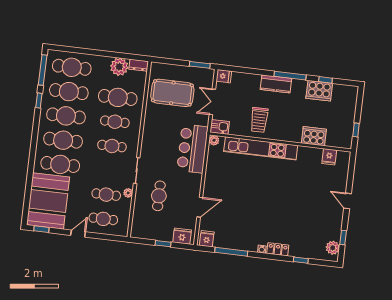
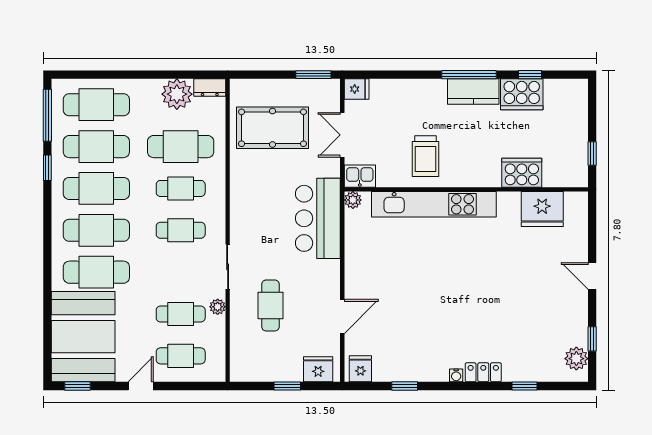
kitchen counter: (276, 84) -> (473, 92), moved
fridge: (329, 157) -> (542, 209), width x1.88, depth x1.34
window: (231, 252) -> (405, 386), width x0.46

